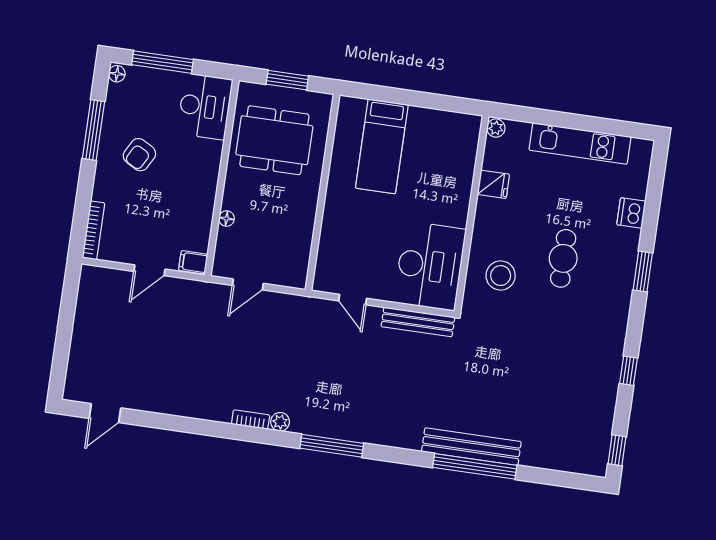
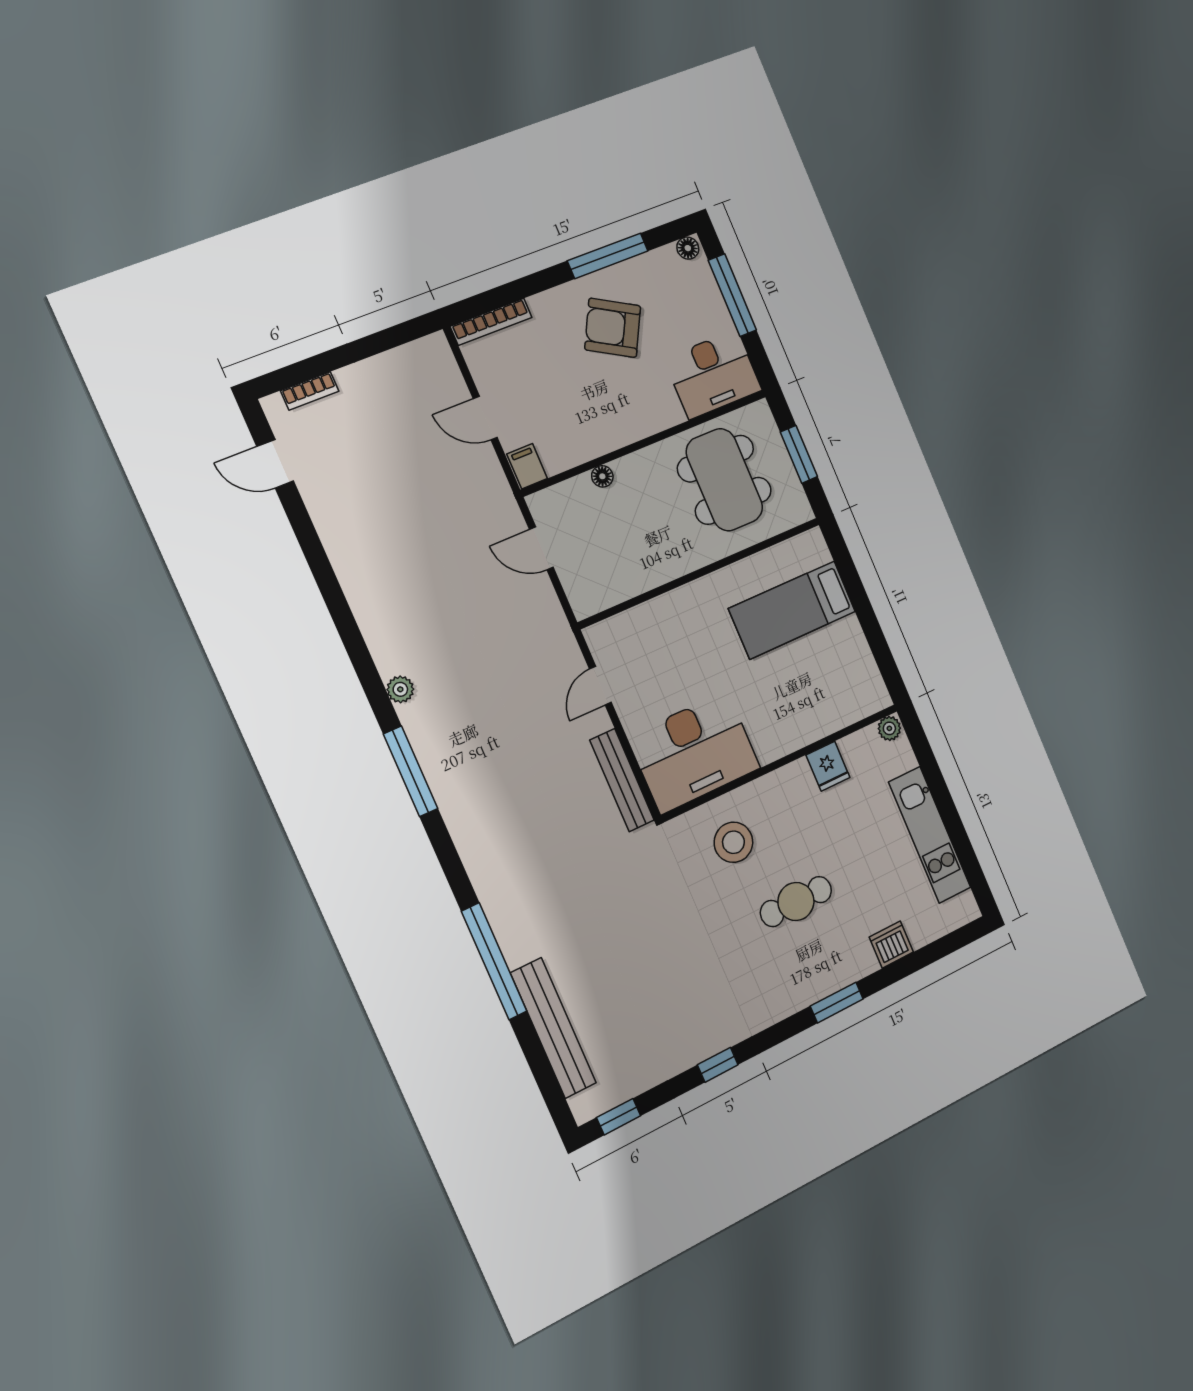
armchair: (139, 155) -> (613, 328), width x1.38, depth x1.38
bookcase: (251, 420) -> (310, 391), moved, turned 90
bench: (471, 447) -> (553, 1028), moved

